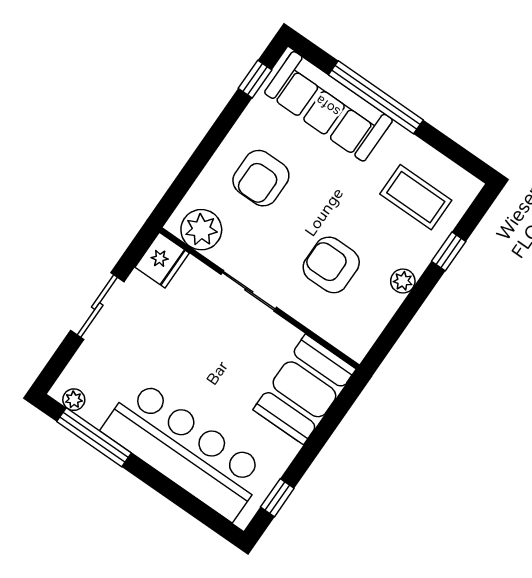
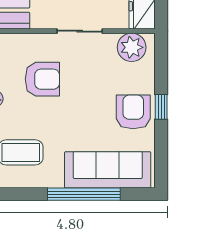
window: (255, 79) -> (161, 107), moved
armchair: (261, 178) -> (133, 112), moved

